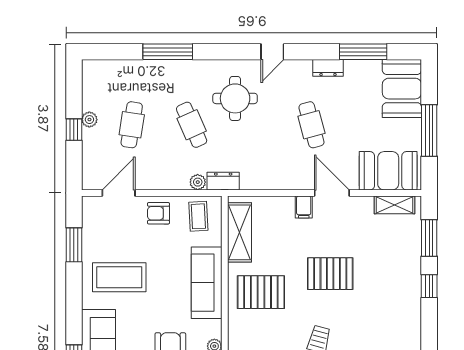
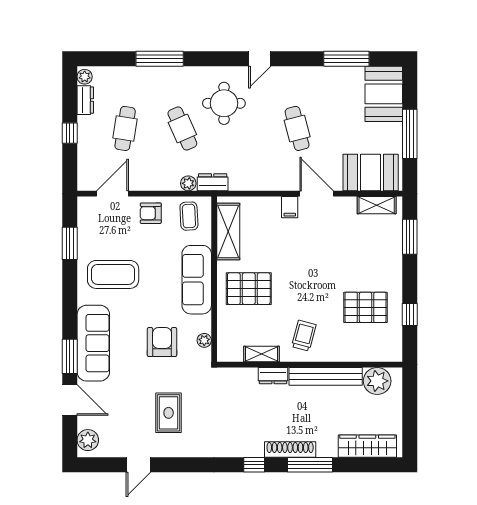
dresser: (328, 68) -> (85, 100), moved, turned -90
plant: (89, 120) -> (85, 77), moved
pallet: (330, 274) -> (366, 307), moved
window: (429, 286) -> (410, 315), moved

